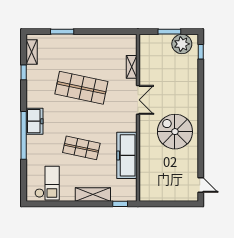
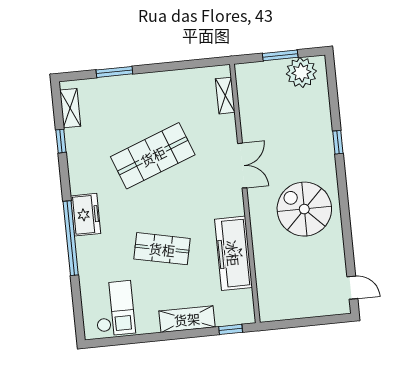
window: (201, 52) -> (338, 142), moved
shelving: (132, 67) -> (225, 96), moved
shop shelf: (81, 88) -> (153, 156), turned -33

